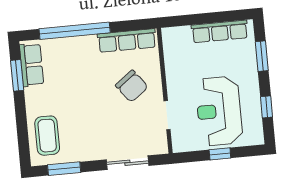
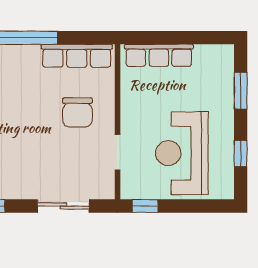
row of seats: (220, 31) -> (159, 55), moved
chair: (132, 86) -> (77, 112), turned 37
window: (220, 154) -> (145, 206), moved

